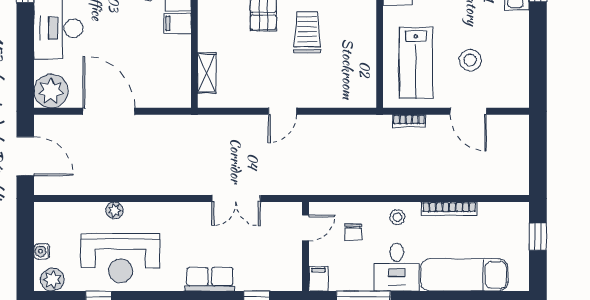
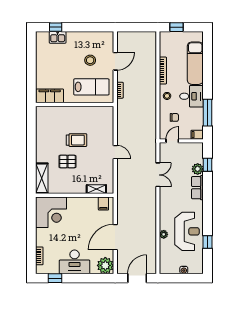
filing cabinet: (177, 23) -> (103, 204), moved
trolley: (307, 32) -> (76, 140), turned 180
door: (306, 228) -> (172, 141), hinge flipped
plant: (52, 280) -> (198, 169), moved

